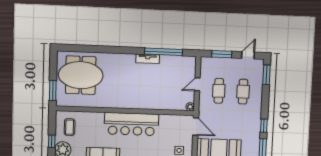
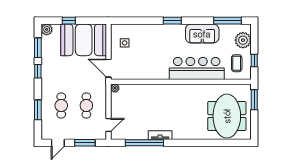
meeting table: (81, 75) -> (227, 116), turned 90
window: (266, 75) -> (38, 110), moved
door: (197, 84) -> (109, 125), moved
bar counter: (131, 124) -> (197, 68), moved
window: (52, 141) -> (254, 61), moved

